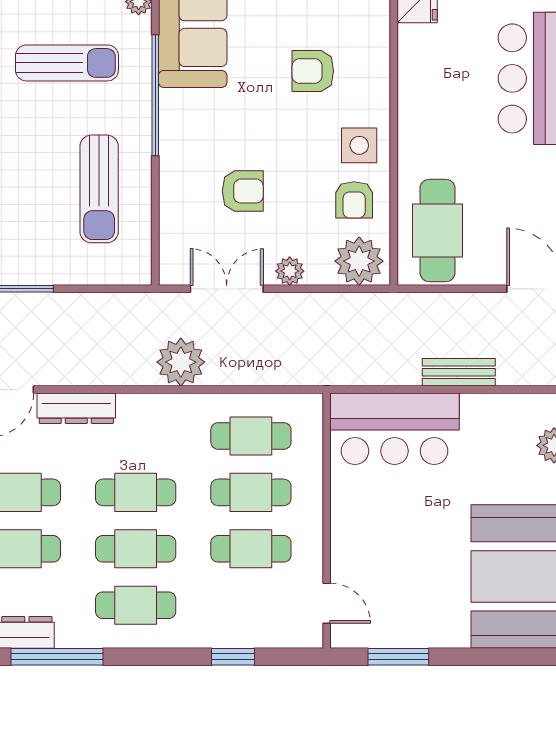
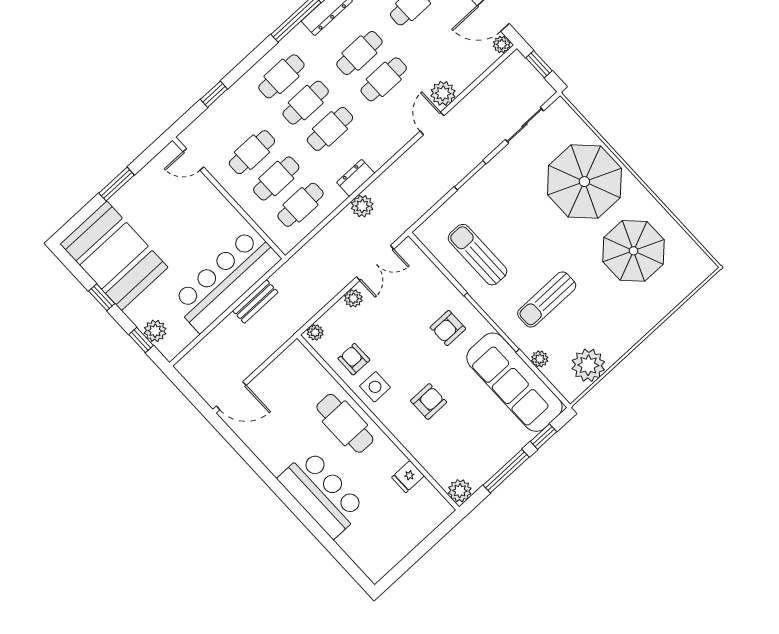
armchair: (243, 191) -> (448, 328), moved
cafe table: (438, 230) -> (345, 423), moved
plant: (359, 261) -> (315, 332), width x0.53, depth x0.53
plant: (181, 362) -> (362, 206), width x0.73, depth x0.73
bench: (459, 372) -> (255, 301), moved
dresser: (76, 408) -> (356, 178), moved, width x0.70
bar counter: (395, 429) -> (226, 280), width x1.36
window: (398, 657) -> (117, 184), moved

